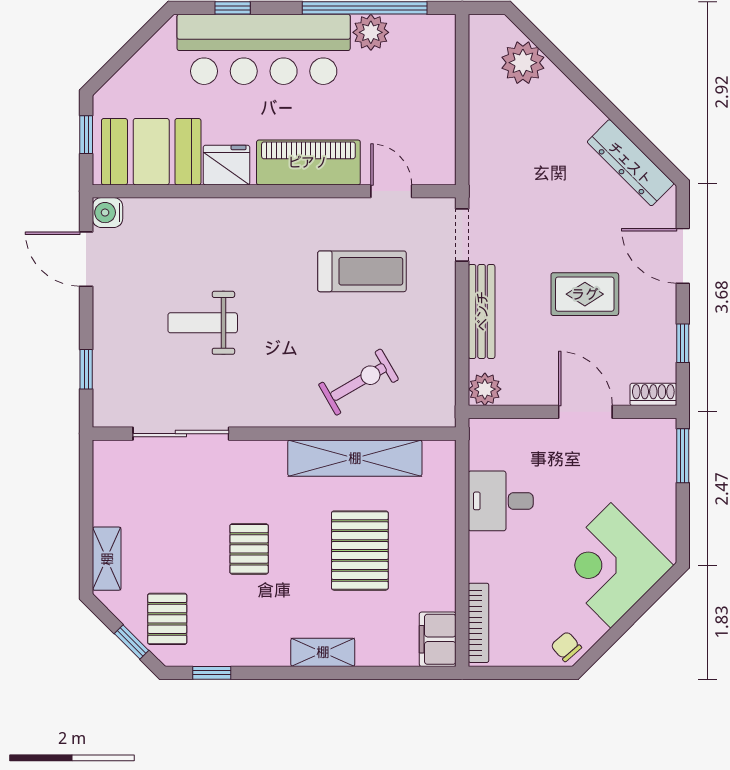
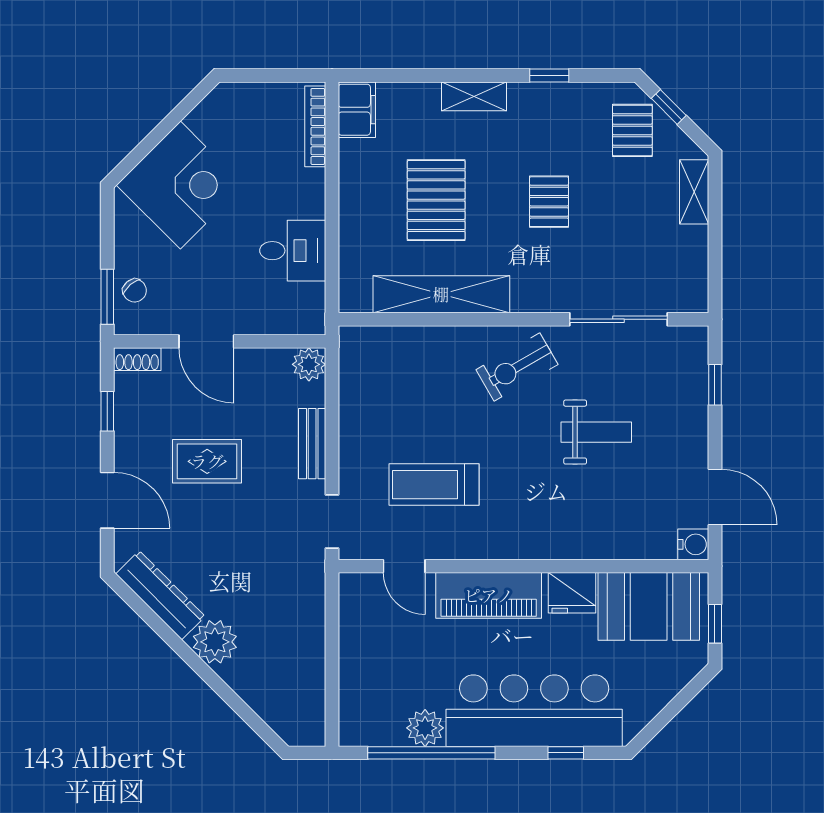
plant: (523, 63) -> (215, 642), moved
bench: (482, 311) -> (312, 444), width x0.73
exercise bike: (359, 382) -> (517, 367), moved
chair: (566, 646) -> (135, 291), moved
window: (212, 673) -> (549, 75), moved

